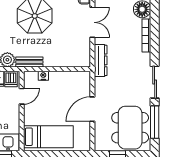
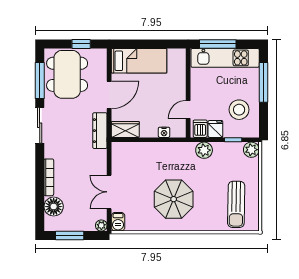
dresser: (101, 60) -> (100, 131), moved
bench: (29, 62) -> (180, 148), removed
wardrobe: (78, 78) -> (125, 129), added
bed: (48, 137) -> (139, 61), moved, turned 180

